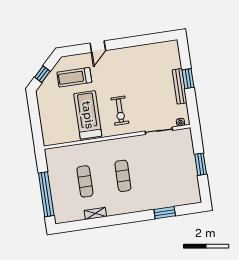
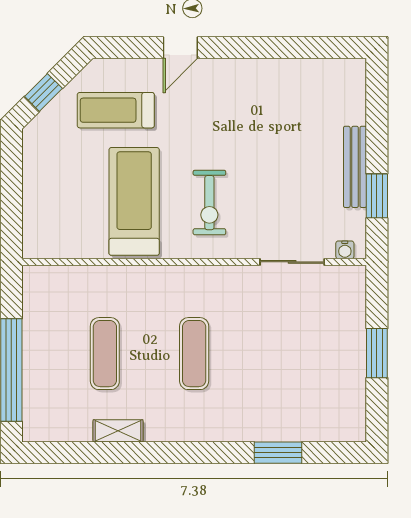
window: (188, 79) -> (377, 196), moved

